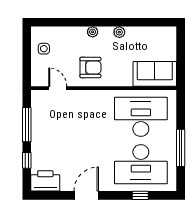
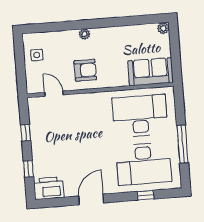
plant: (119, 32) -> (163, 28), moved
window: (27, 125) -> (26, 133), width x0.46

